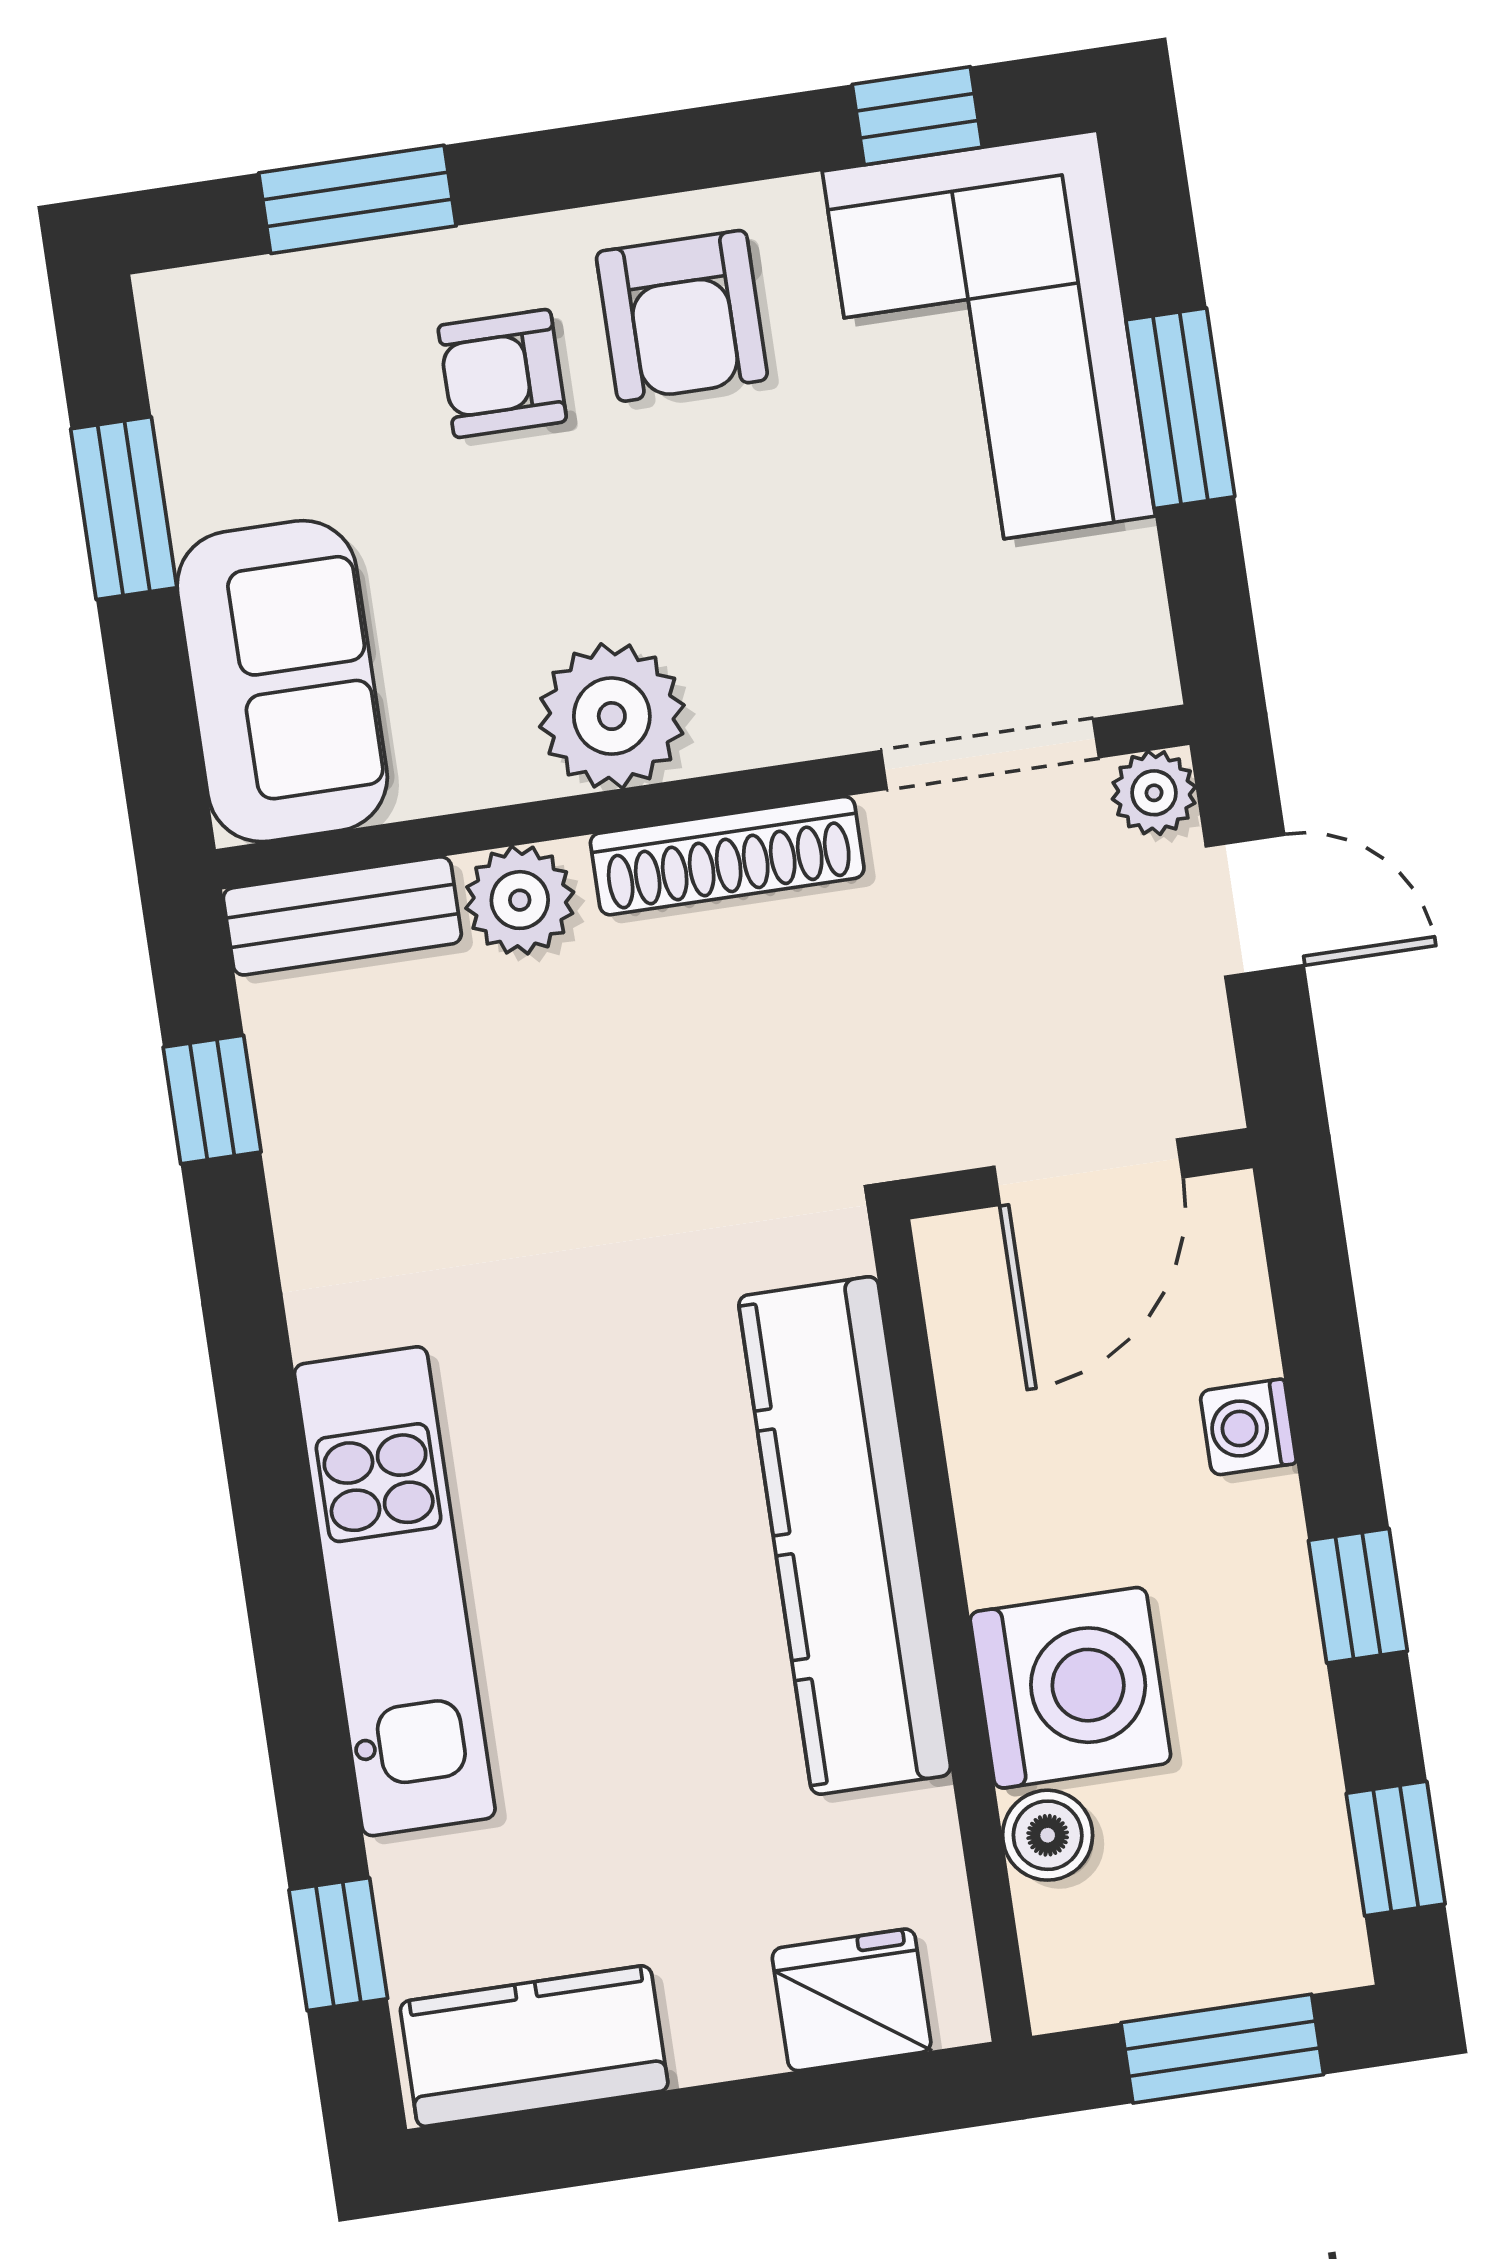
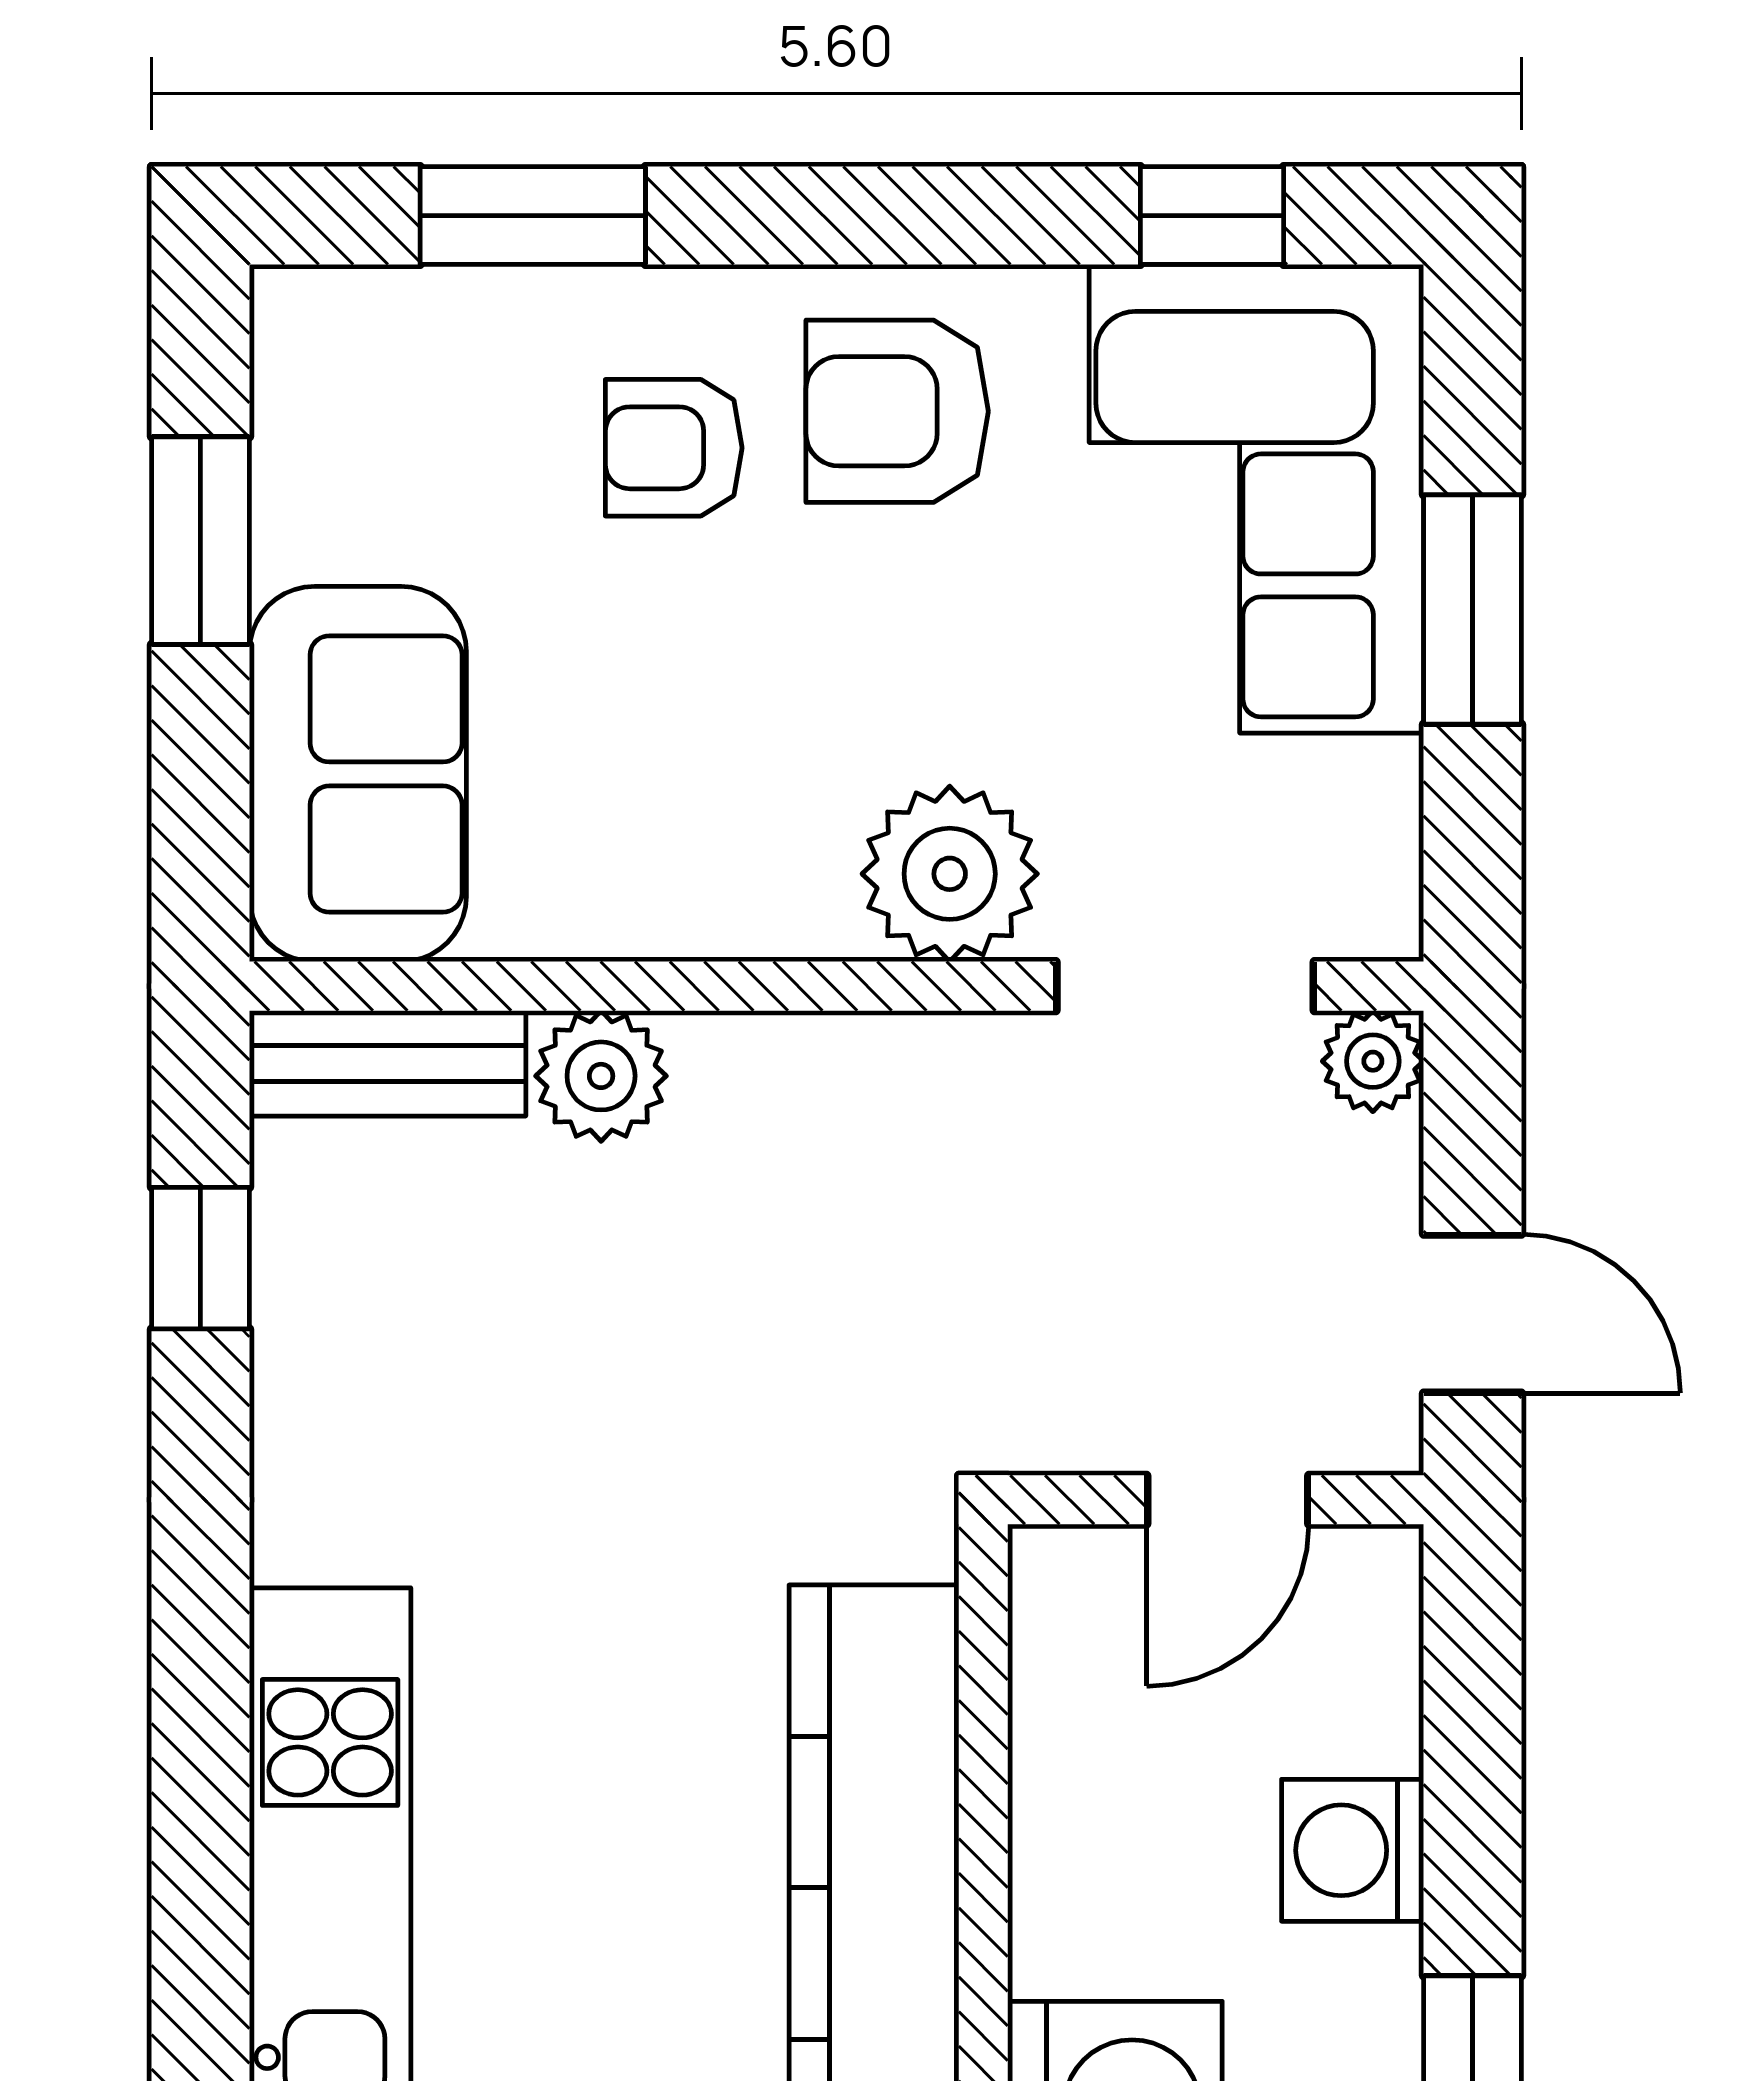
armchair: (682, 316) -> (897, 411), turned 90
plant: (612, 716) -> (950, 874), moved
shoe rack: (727, 856) -> (855, 1060), removed
door: (1255, 906) -> (1472, 1314), moved
door: (1088, 1172) -> (1228, 1500), width x0.73
washing machine: (1248, 1427) -> (1353, 1850), width x1.38, depth x1.38

